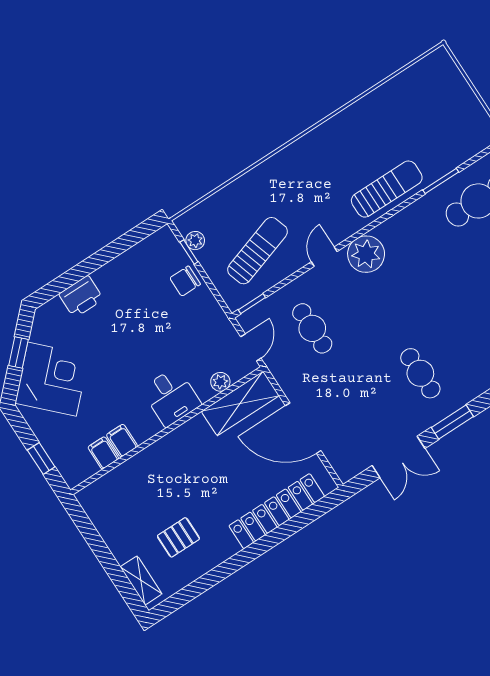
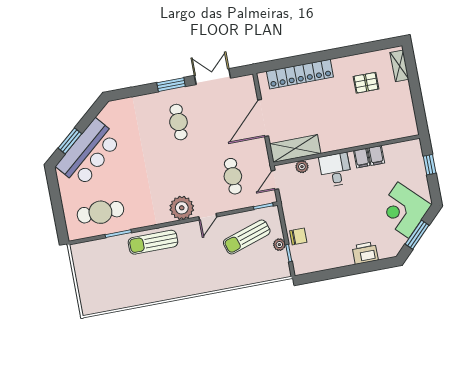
plant: (195, 241) -> (279, 245), moved
window: (18, 353) -> (417, 235), width x1.50
door: (303, 428) -> (263, 118), swing flipped
filing cabinet: (103, 453) -> (362, 158), moved

